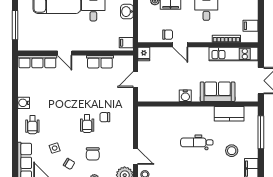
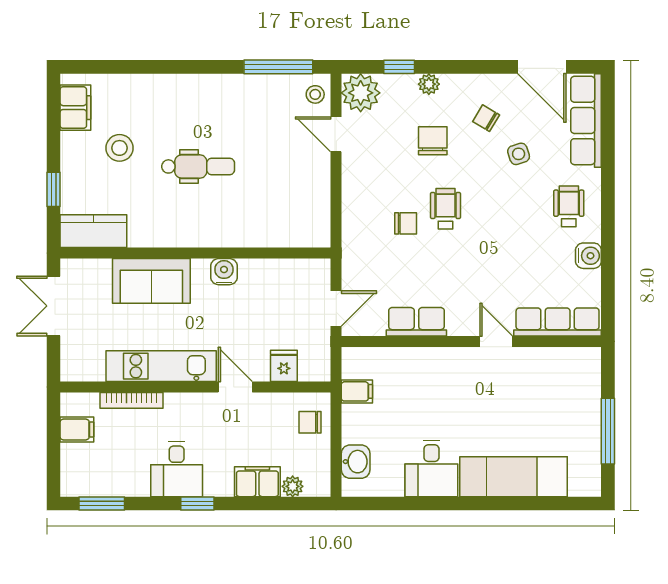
chair: (168, 35) -> (310, 422), moved
door: (65, 53) -> (496, 341), moved
wall: (76, 53) -> (471, 341), moved
fridge: (144, 54) -> (284, 366), moved
kitchen unit: (234, 54) -> (161, 366), moved
row of seats: (37, 62) -> (558, 322), moved
row of seats: (100, 62) -> (416, 322), moved
kitchen counter: (229, 114) -> (93, 231), moved
window: (261, 132) -> (54, 189), width x0.46

